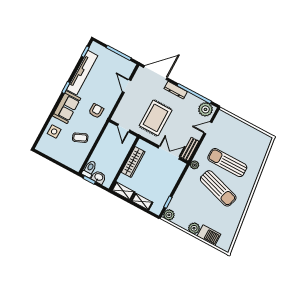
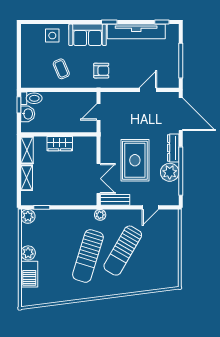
plant: (205, 109) -> (170, 172), moved
rug: (156, 118) -> (135, 160), moved, turned 90
door: (208, 128) -> (150, 207), swing flipped
wardrobe: (133, 162) -> (60, 144), width x0.67
sun lounger: (227, 163) -> (123, 251), turned -150

